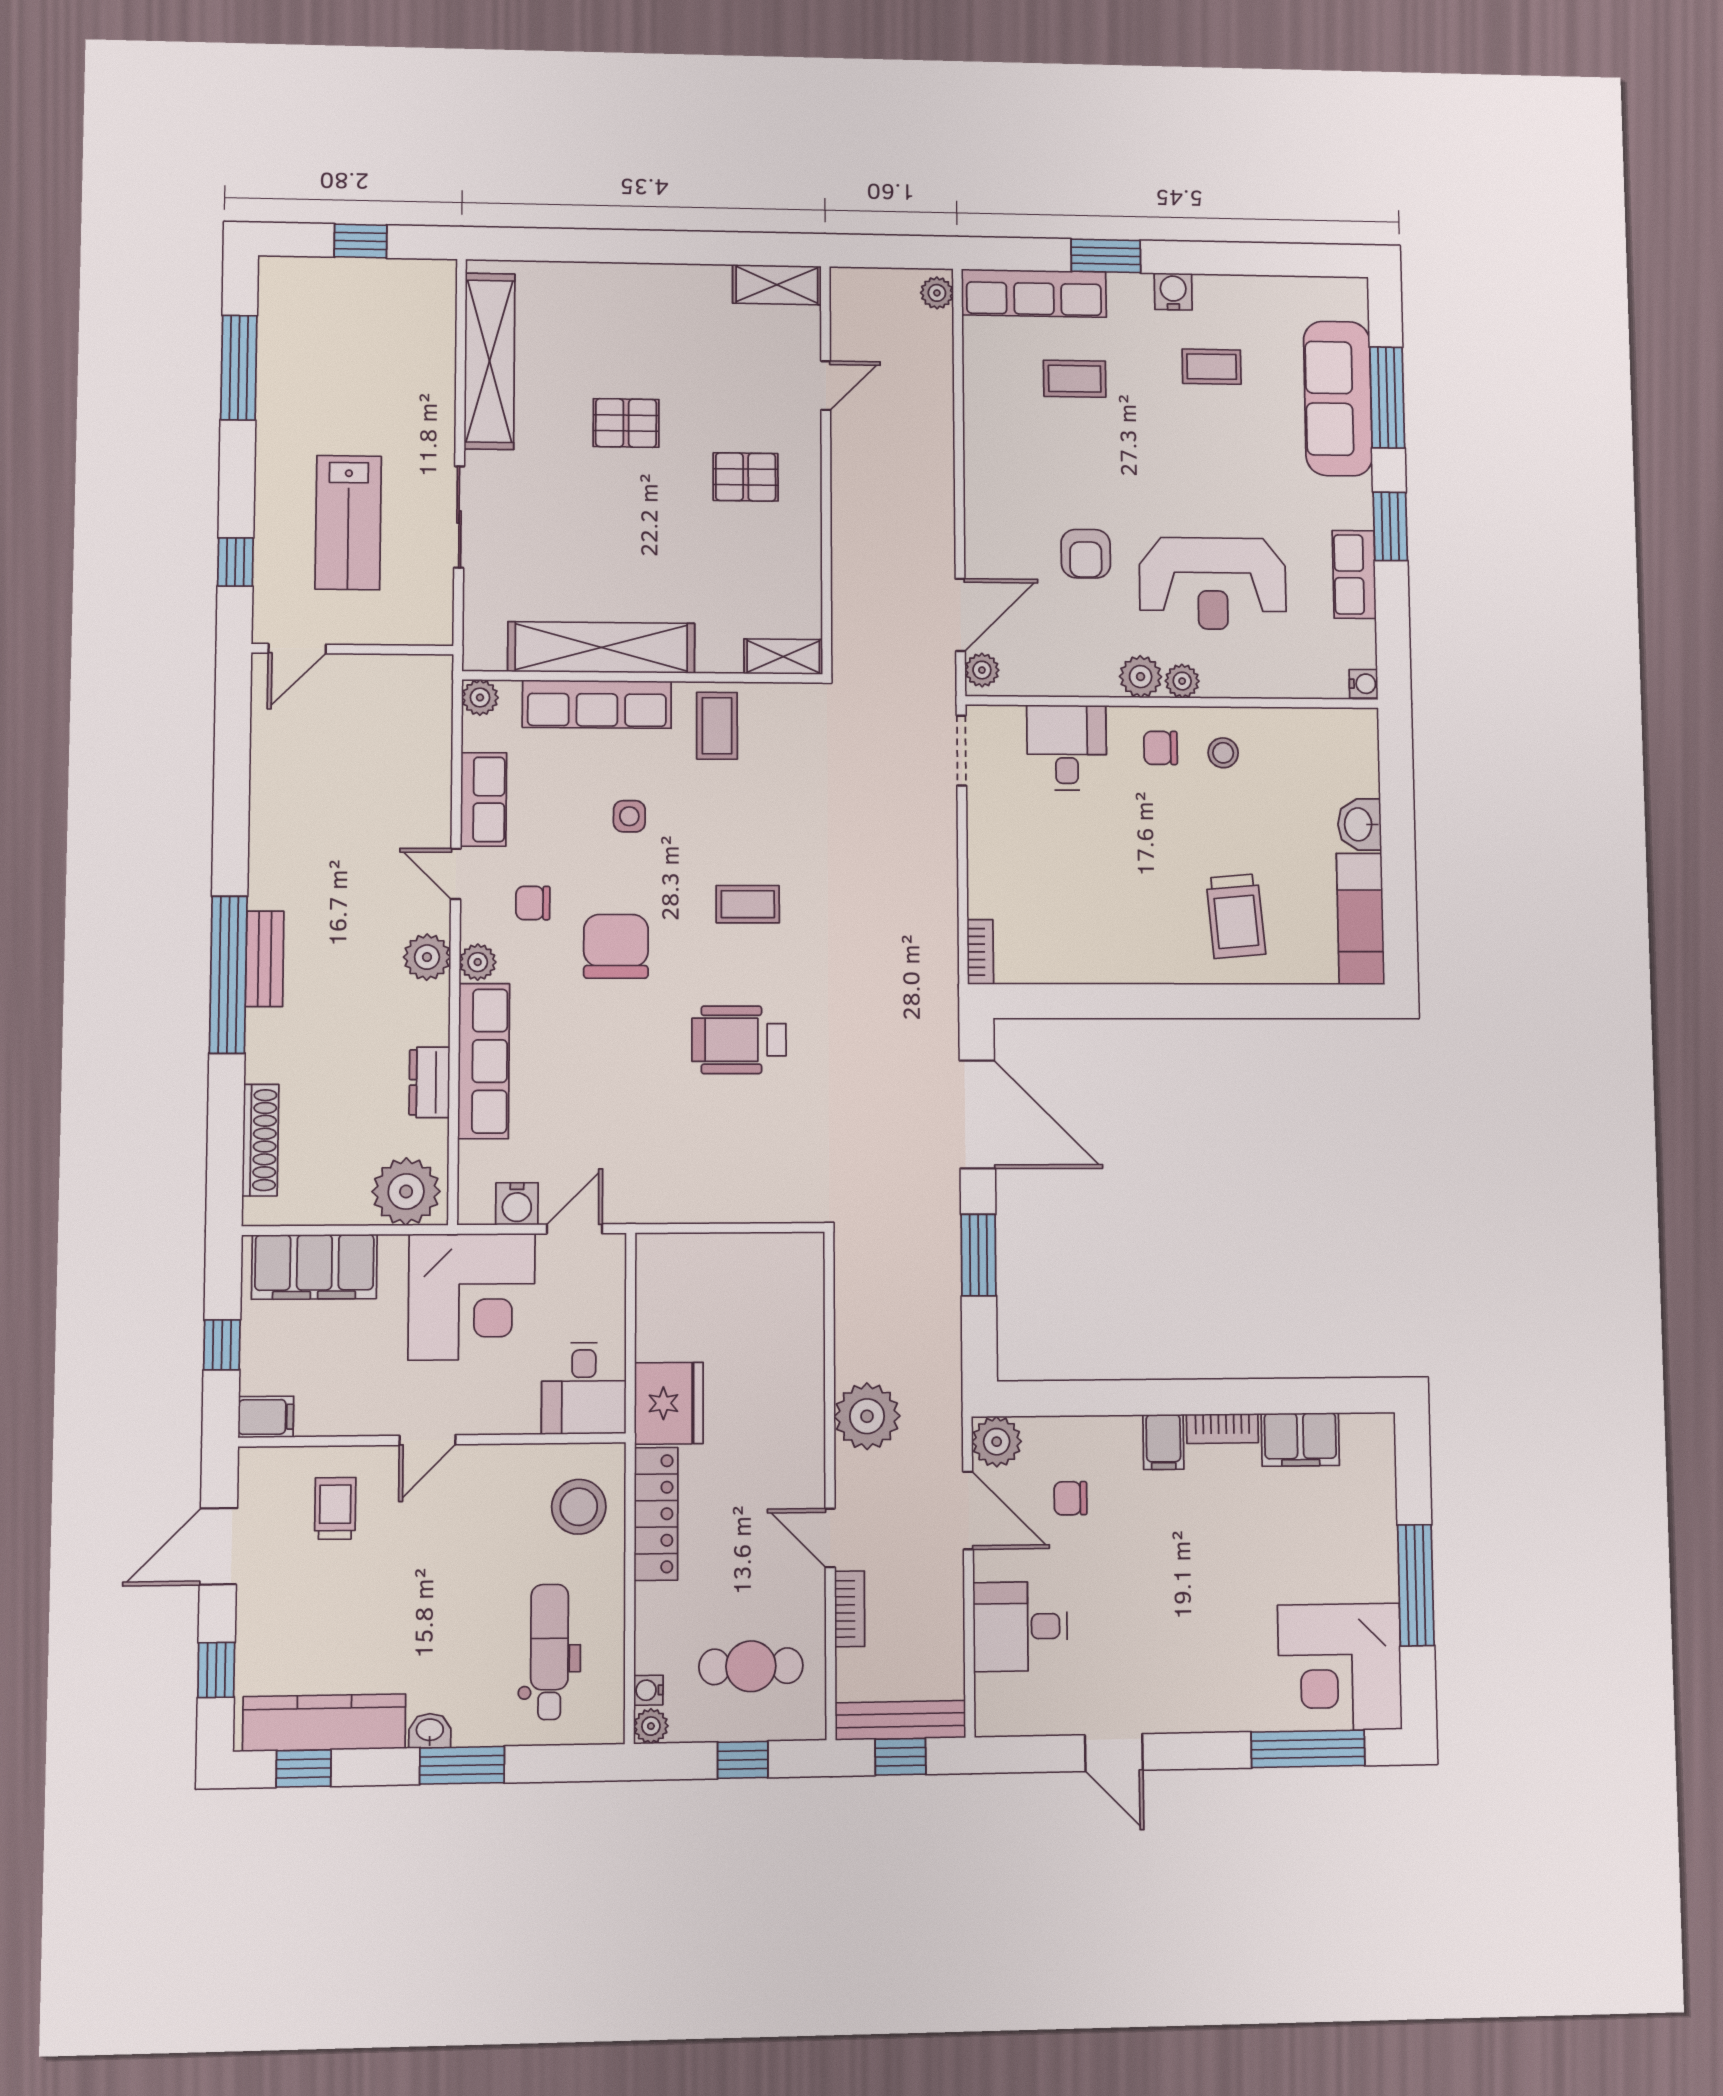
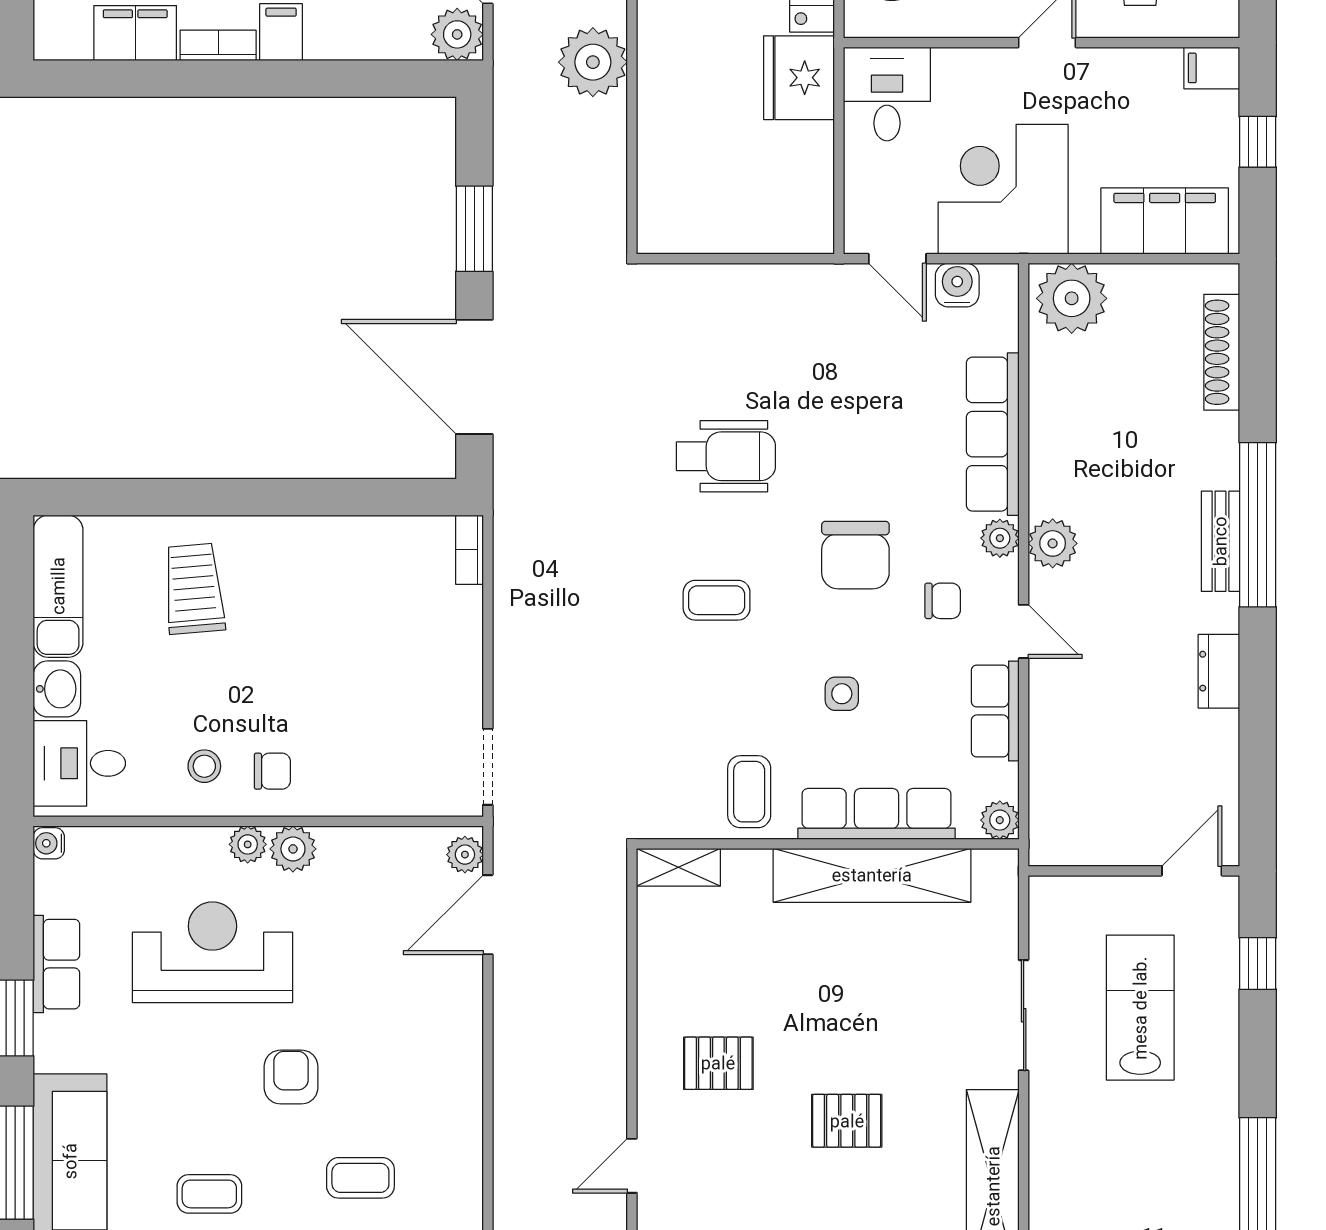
armchair: (1086, 554) -> (291, 1077), moved
desk: (1067, 748) -> (79, 763), moved, turned 90
dresser: (429, 1082) -> (1219, 671), moved, turned 180
door: (574, 1229) -> (897, 259), hinge flipped

